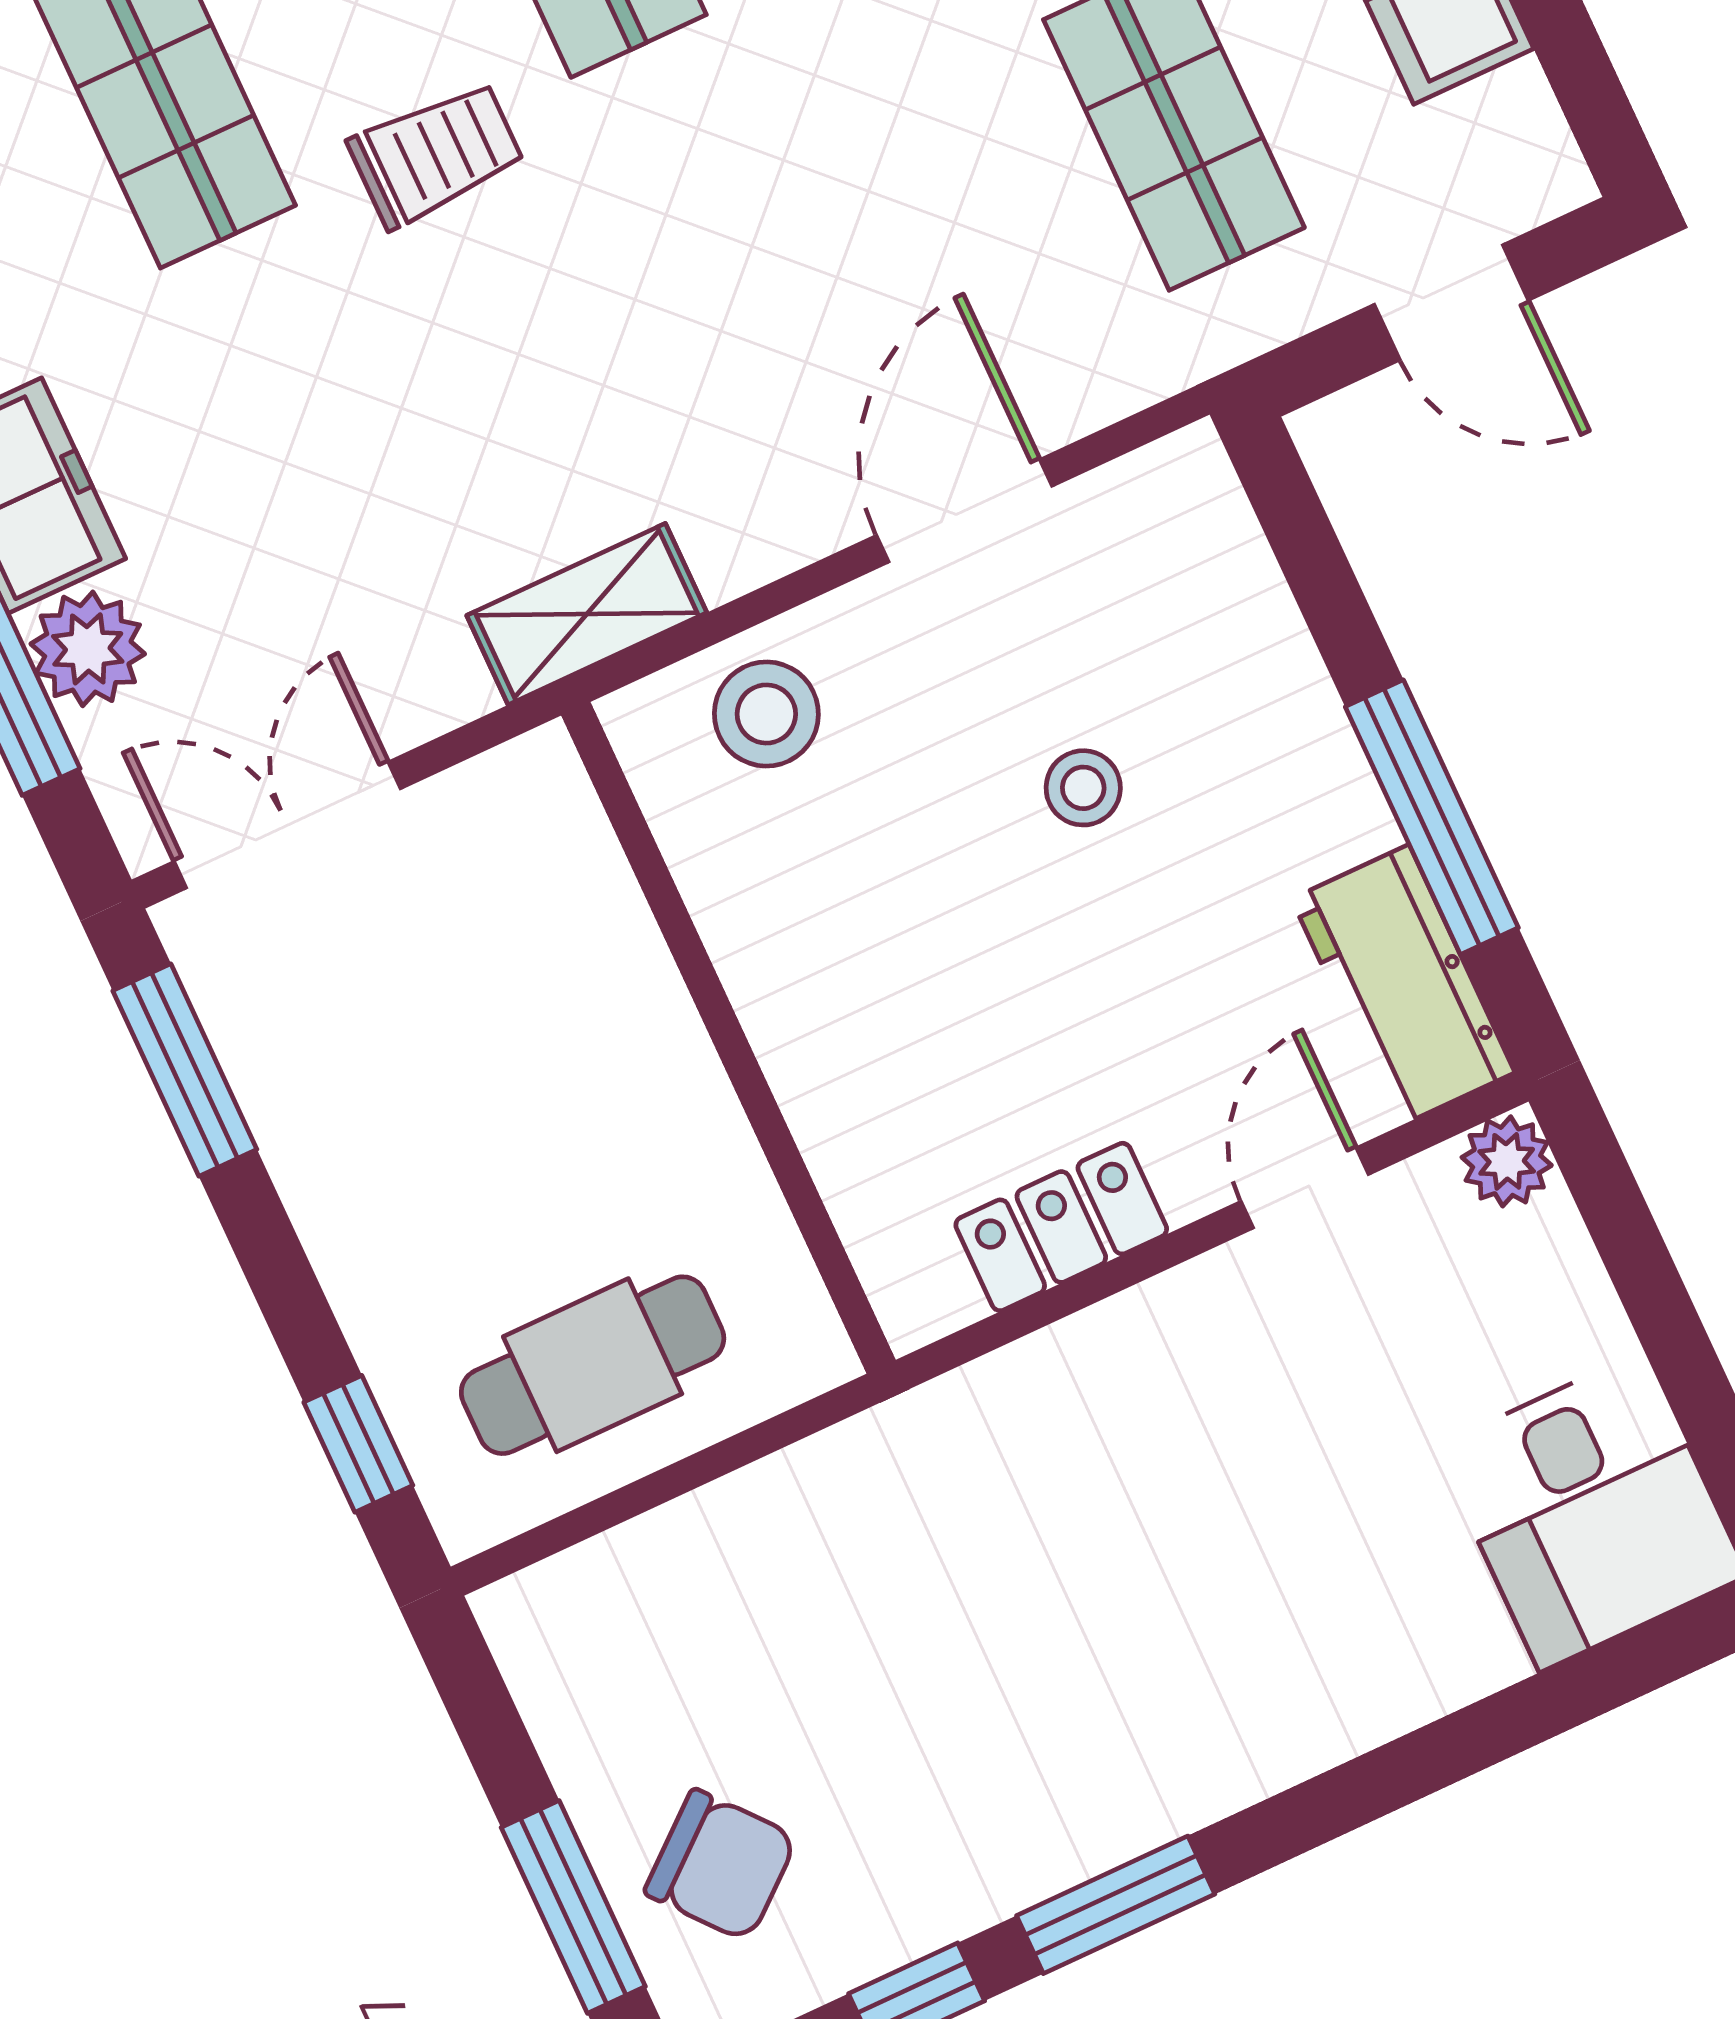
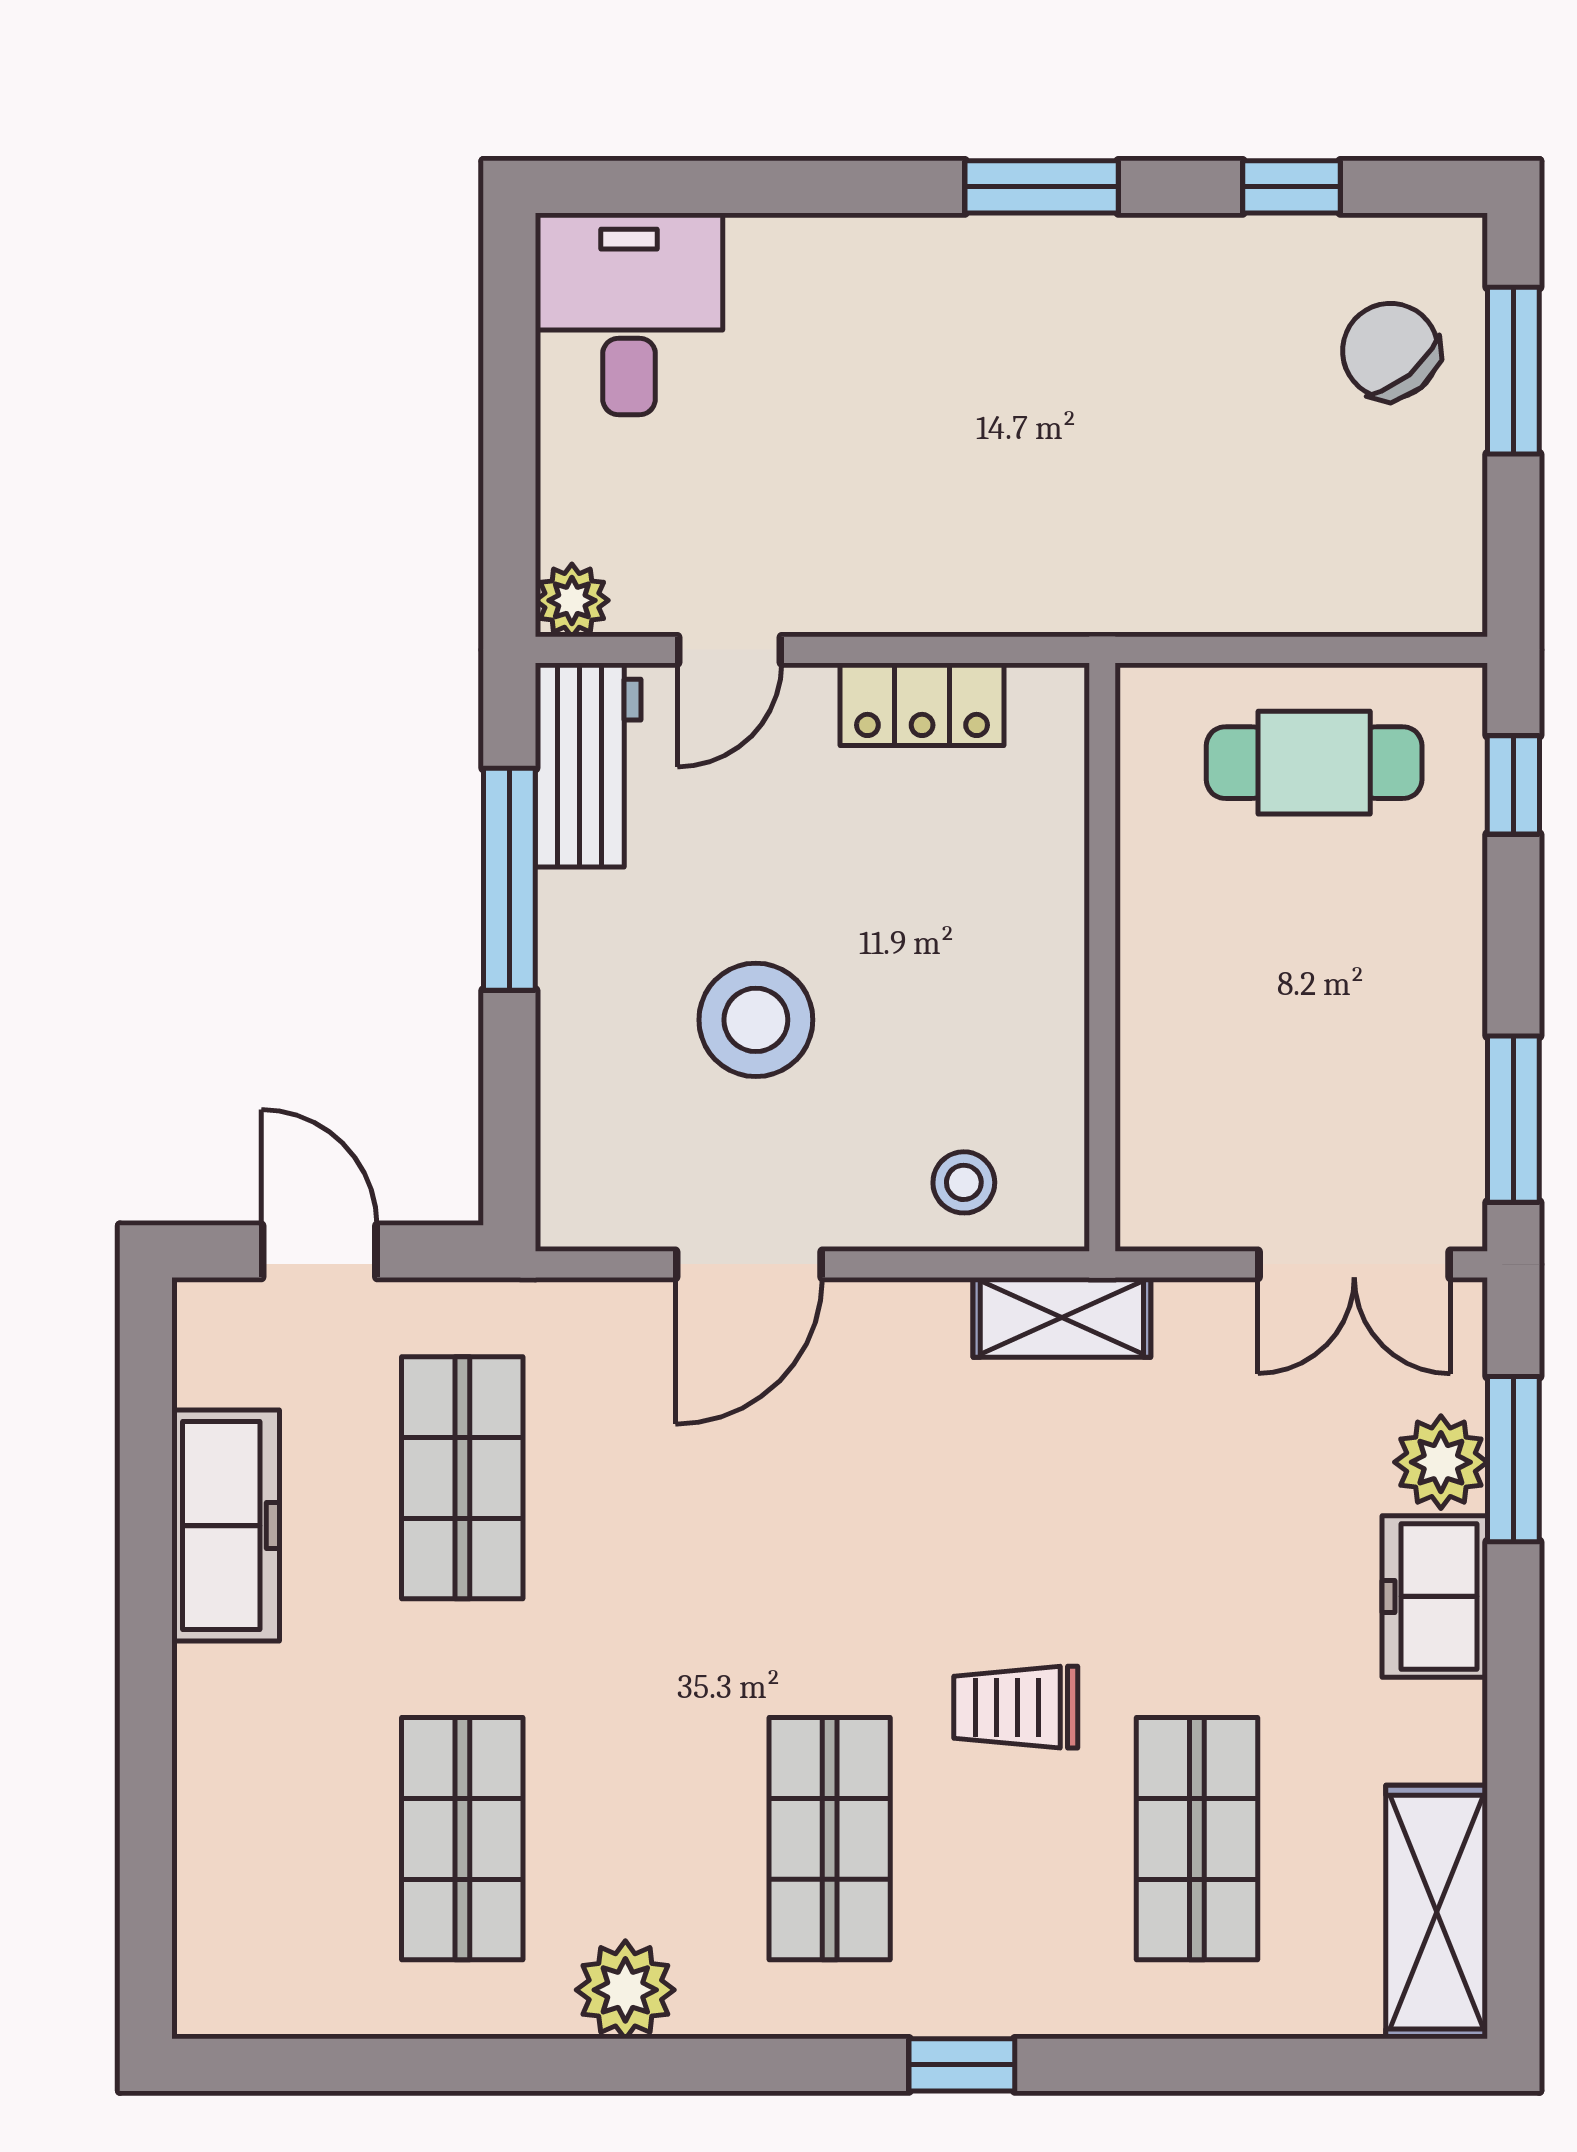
stool: (766, 714) -> (964, 1182), width x0.73, depth x0.73
stool: (1083, 788) -> (756, 1020), width x1.89, depth x1.89
window: (1116, 1905) -> (1042, 187), moved

